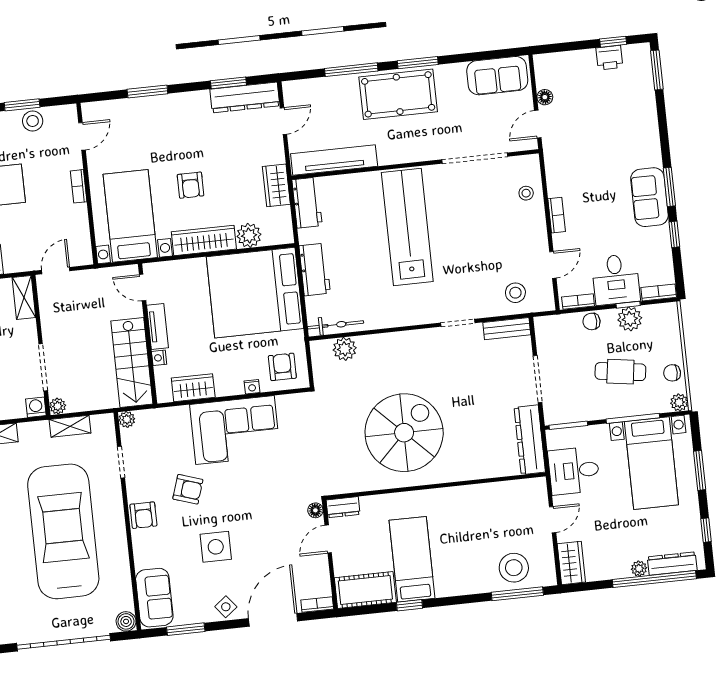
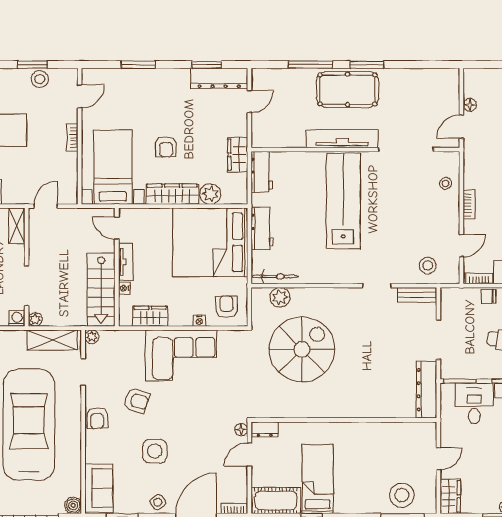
sofa: (497, 76) -> (432, 83), removed
tv unit: (334, 160) -> (342, 139), moved
shelving: (70, 426) -> (52, 340), width x1.50, depth x1.33
spiral stairs: (404, 433) -> (302, 349), moved
desk: (574, 471) -> (474, 403), moved, turned 90

